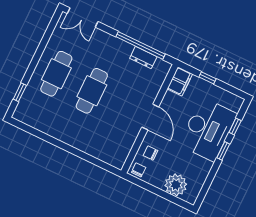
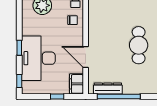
dresser: (143, 58) -> (108, 89), width x1.44
door: (150, 117) -> (86, 57), moved
window: (235, 127) -> (19, 81), moved

